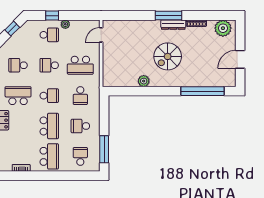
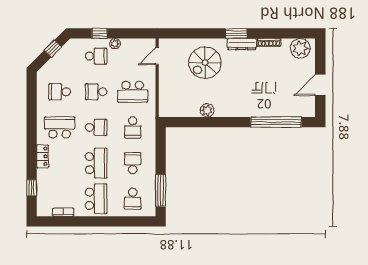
window: (169, 16) -> (236, 33), width x0.69
spiral stairs: (168, 56) -> (205, 63), moved
school desk: (80, 126) -> (133, 163), turned 90
school desk: (80, 156) -> (133, 199), turned 180

